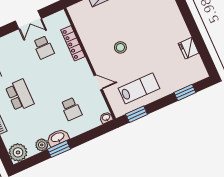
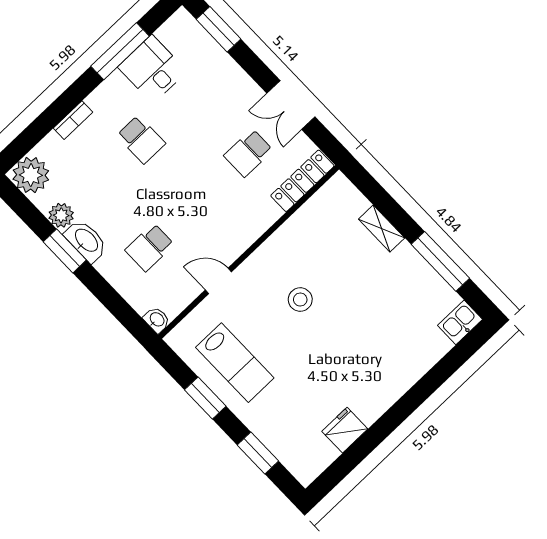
locker: (73, 43) -> (302, 181), moved
door: (98, 82) -> (218, 281), swing flipped
school desk: (20, 95) -> (141, 139), width x0.54
window: (137, 114) -> (205, 398), moved

